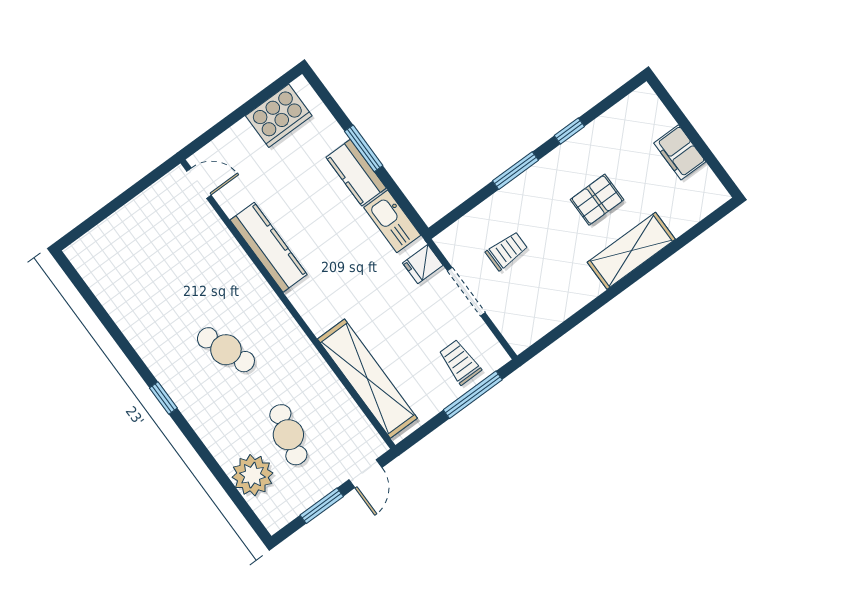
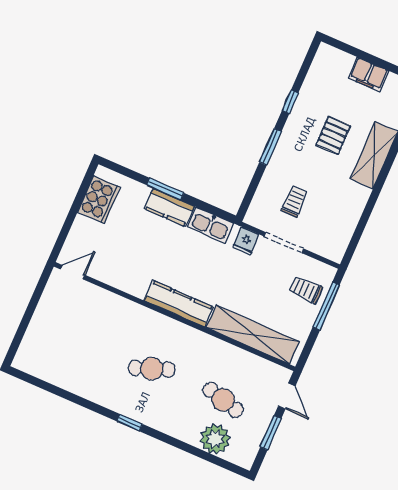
kitchen counter: (269, 247) -> (179, 304), moved

